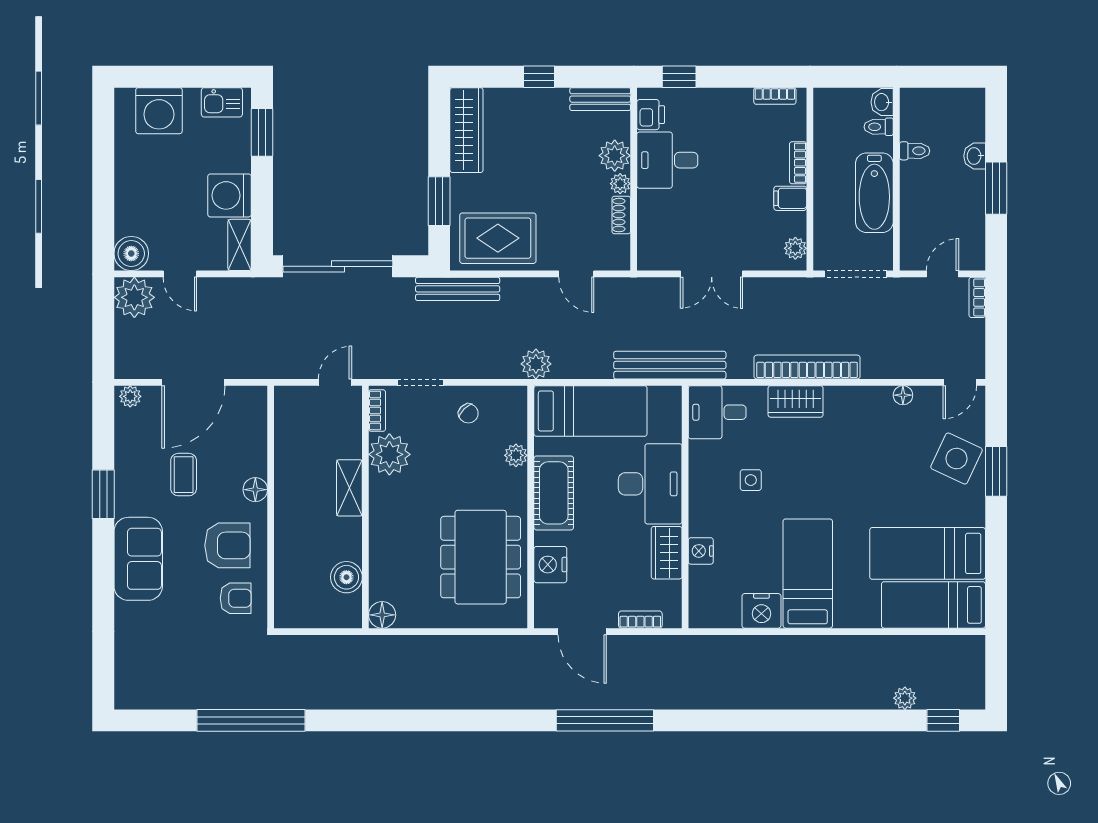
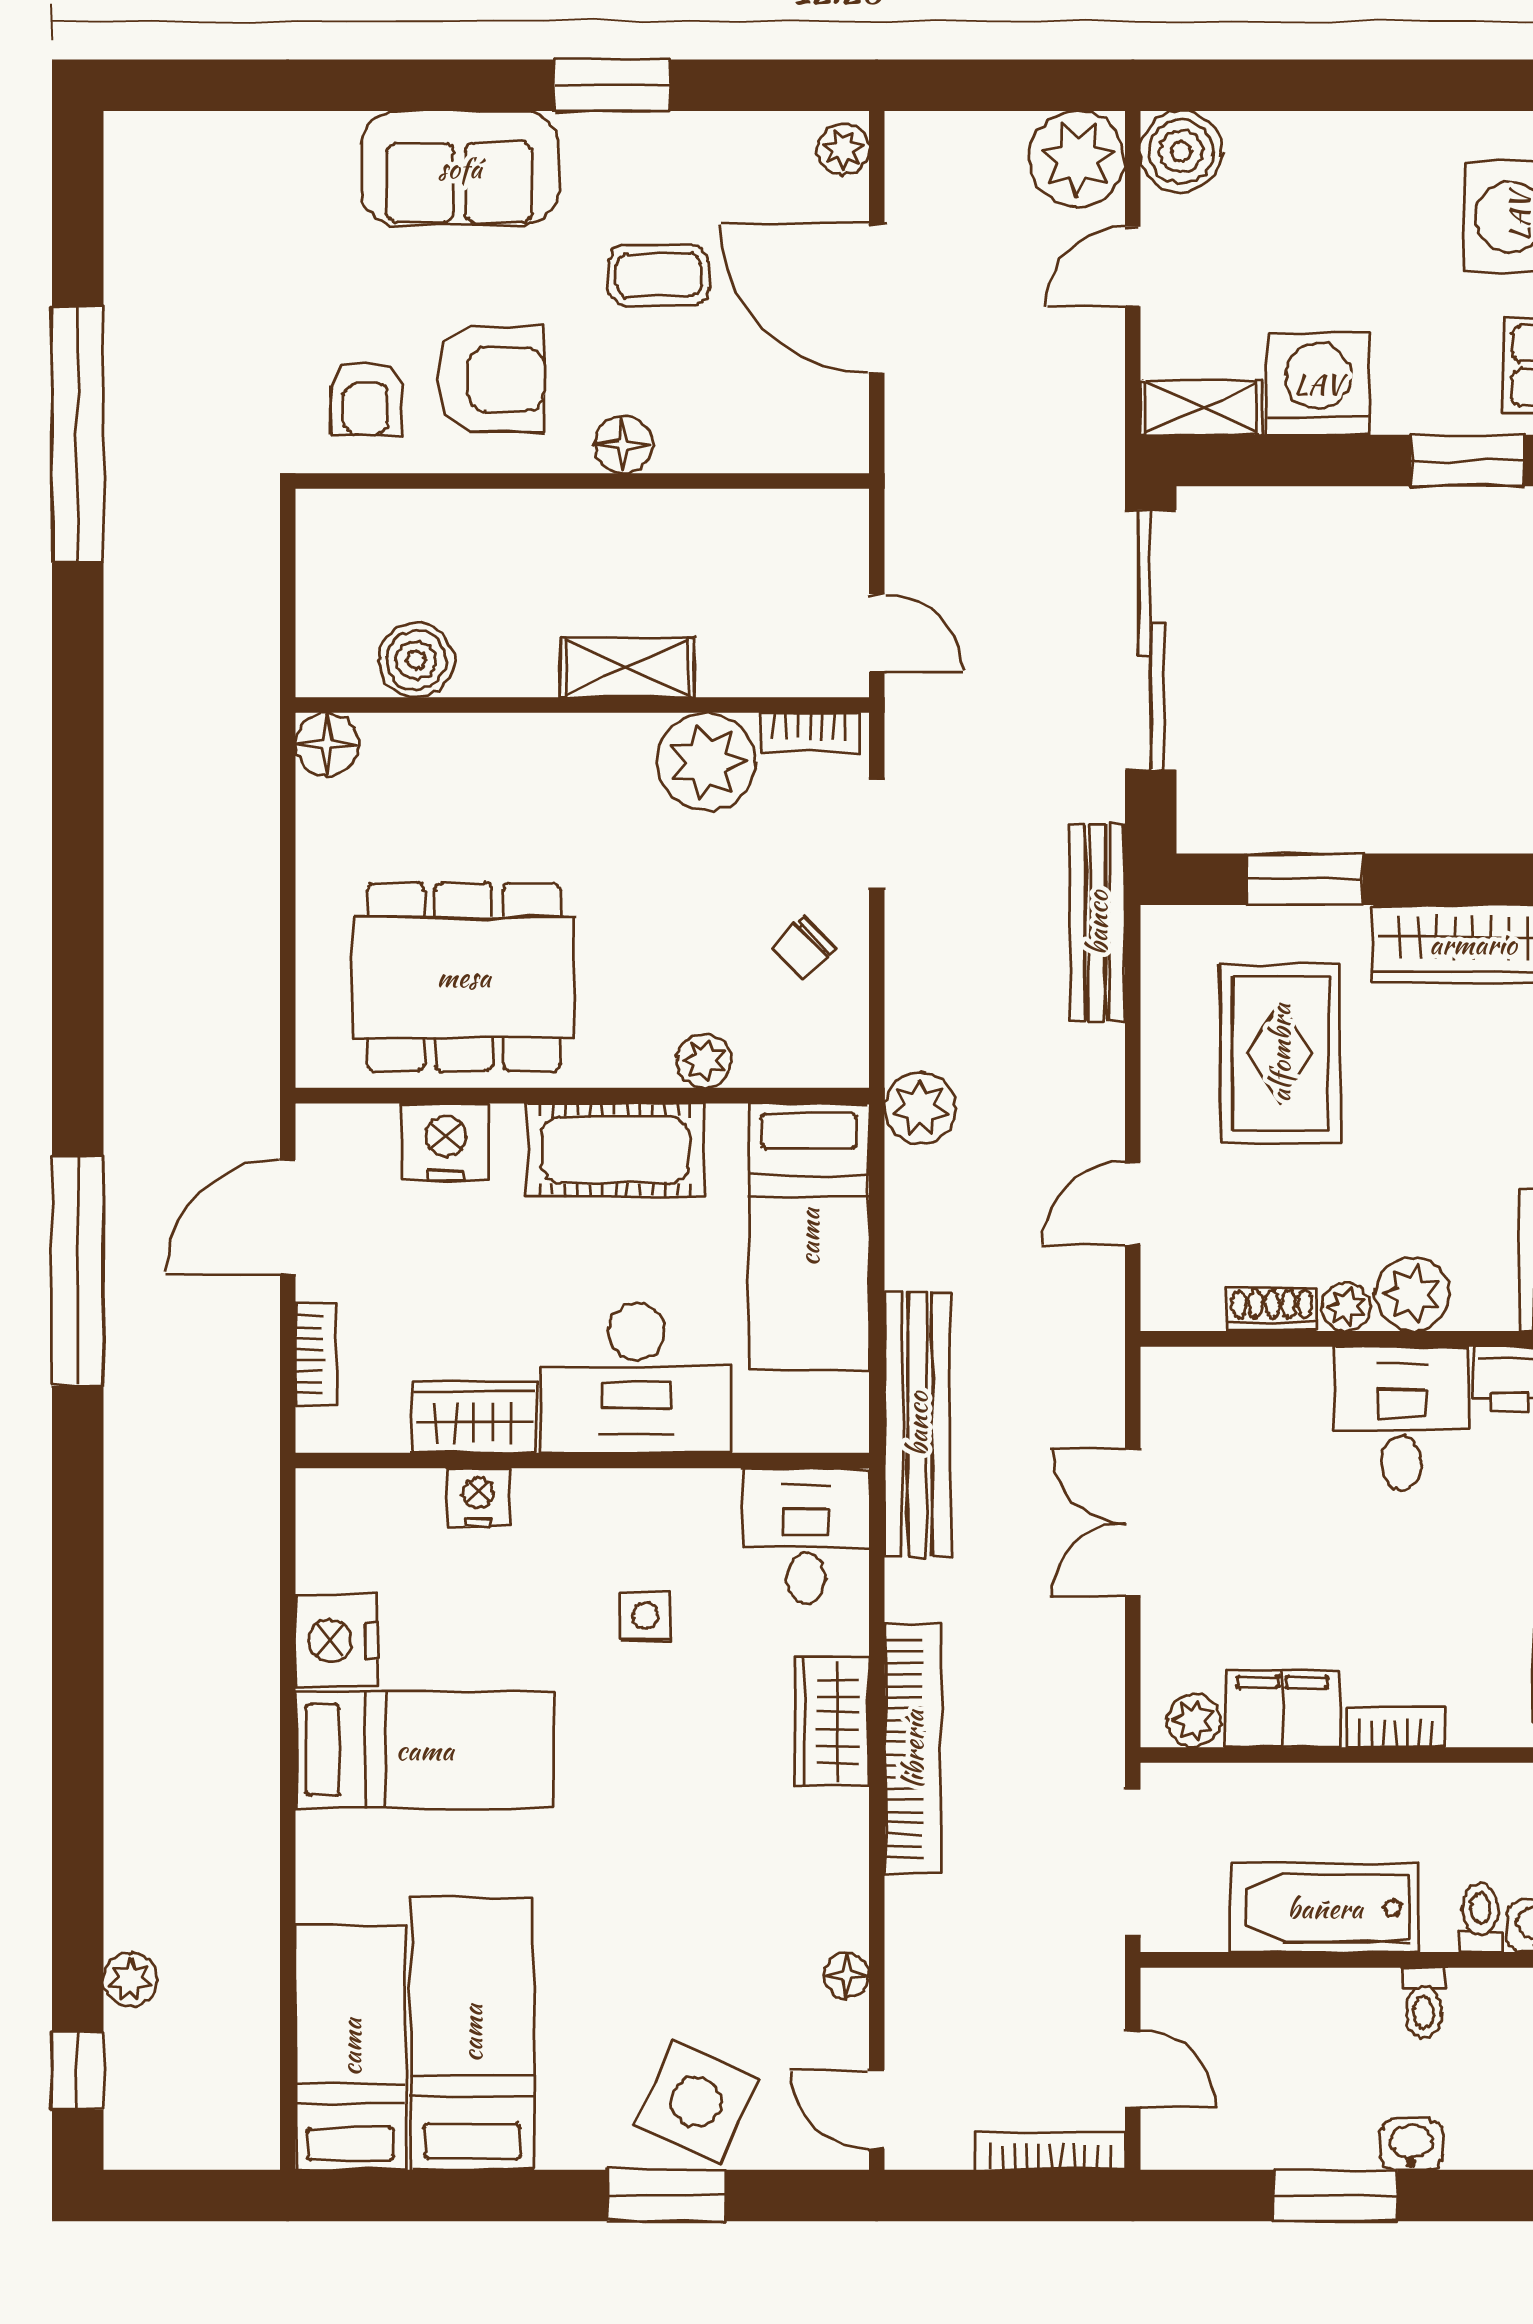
filing cabinet: (790, 198) -> (1283, 1709), width x2.00
rug: (498, 238) -> (1280, 1053), moved
bookcase: (977, 297) -> (1050, 2151), width x1.56
armchair: (227, 545) -> (491, 379), turned -90

